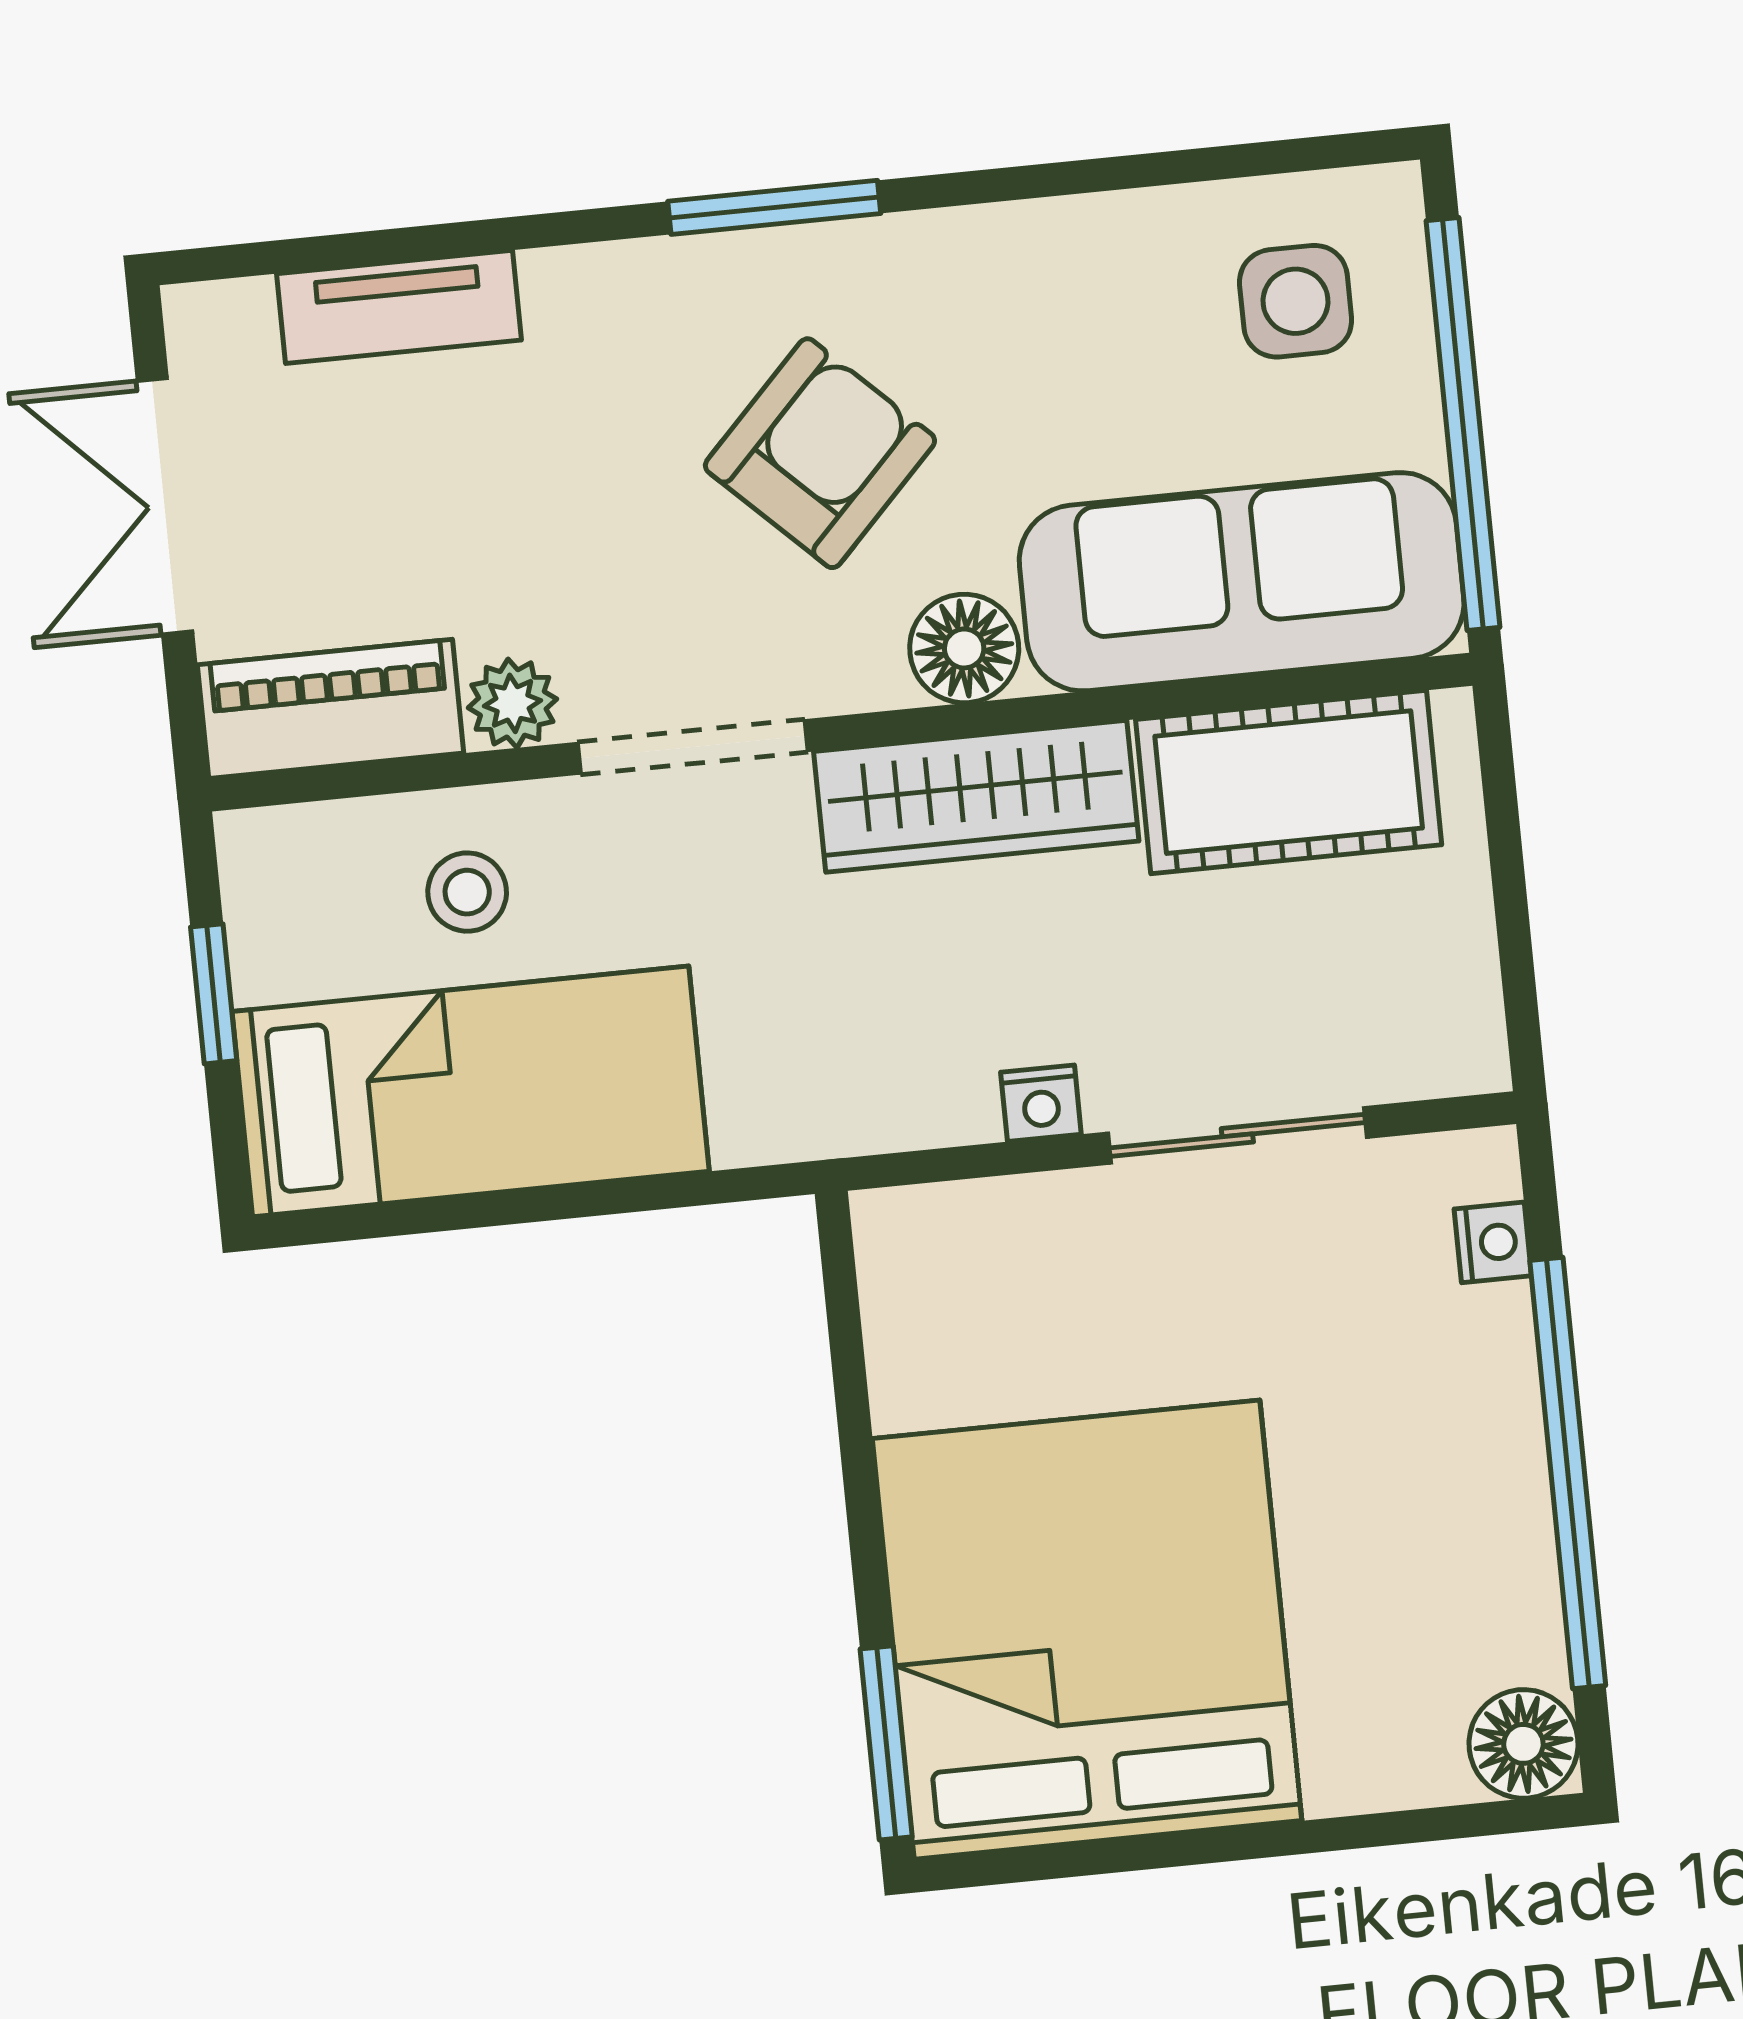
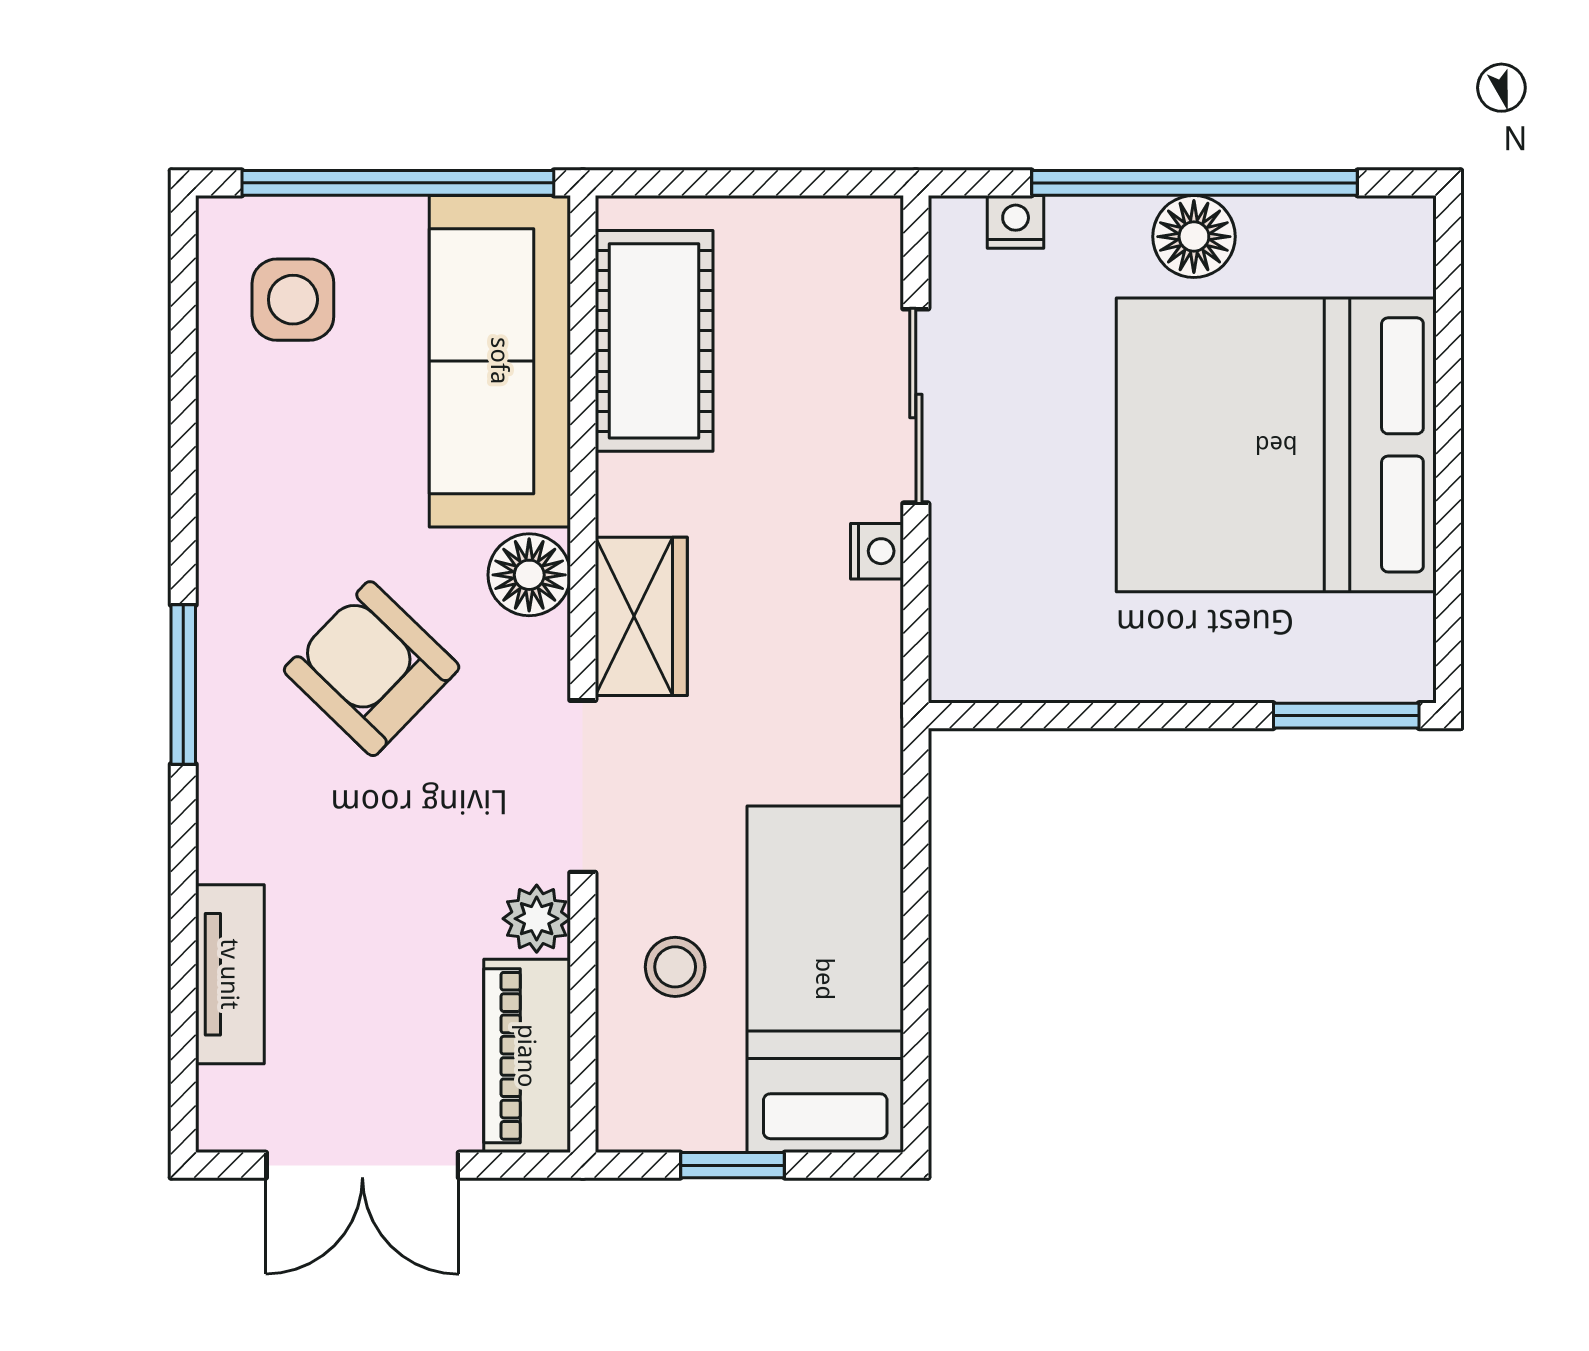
wardrobe: (976, 796) -> (641, 616), width x0.67
bed: (1087, 1630) -> (1276, 445), moved
floor lamp: (1523, 1744) -> (1194, 237), moved

